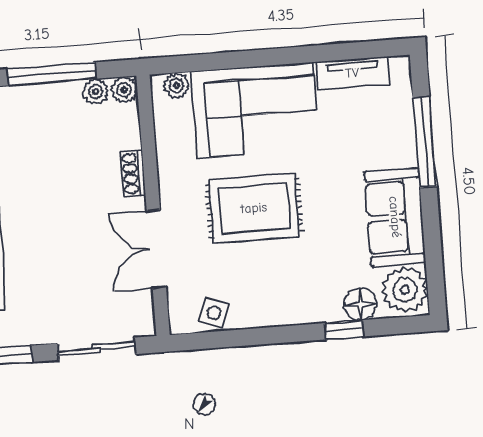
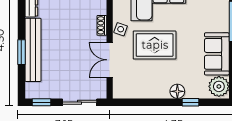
floor lamp: (360, 304) -> (177, 91), moved
side table: (214, 313) -> (121, 29), moved

